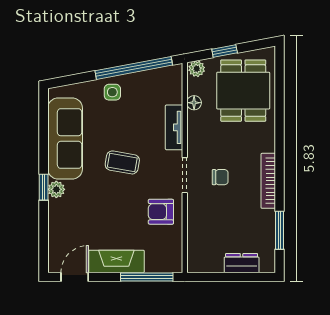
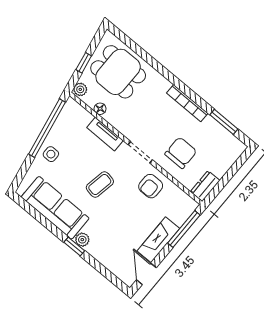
chair: (220, 177) -> (181, 153), moved, width x1.87, depth x1.87
dresser: (242, 263) -> (205, 186), moved

